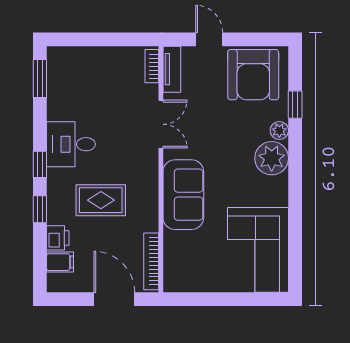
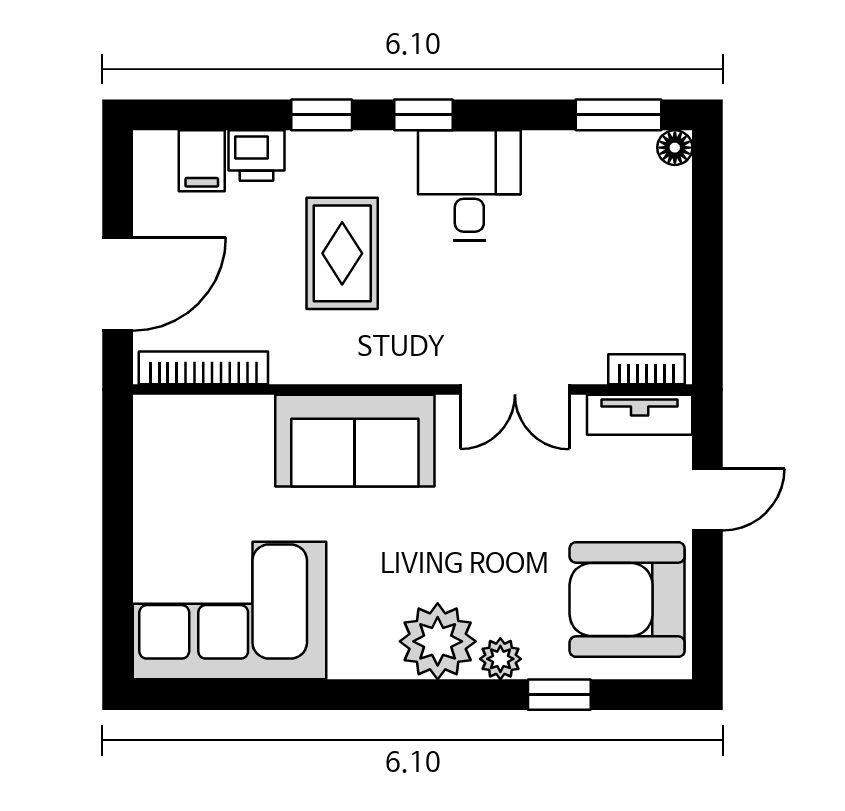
floor lamp: (54, 54) -> (675, 148), added

